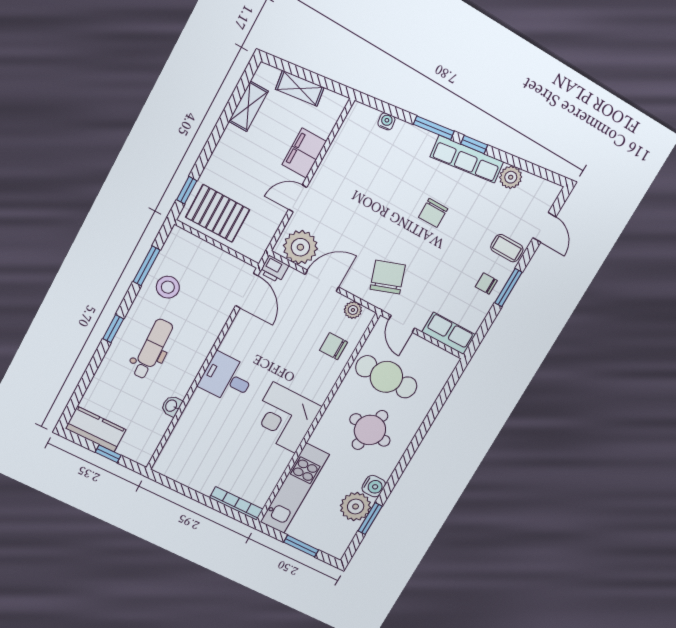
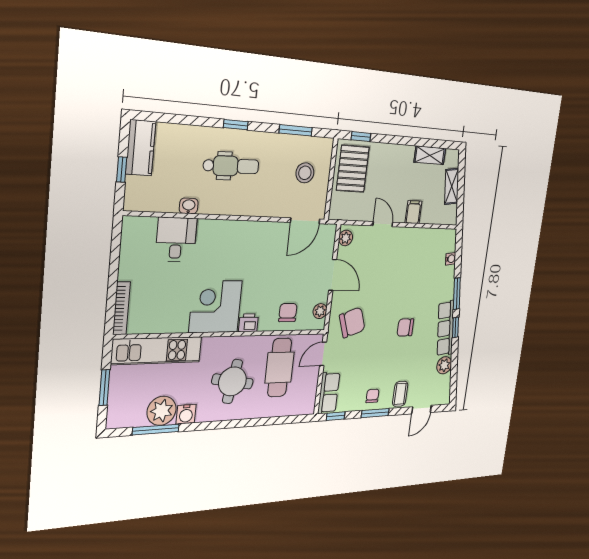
filing cabinet: (304, 153) -> (413, 212), width x0.50
plant: (300, 247) -> (346, 238), width x0.53, depth x0.53
printer: (274, 269) -> (248, 323), moved, turned 90
stool: (168, 287) -> (305, 173), moved
window: (480, 335) -> (336, 416), added
desk: (227, 378) -> (176, 240), moved
window: (370, 519) -> (156, 430), width x1.44

